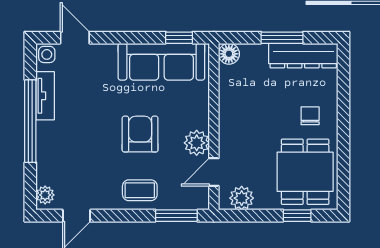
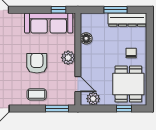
floor lamp: (229, 54) -> (86, 38), moved
plant: (197, 143) -> (68, 58), moved
door: (214, 172) -> (78, 84), swing flipped

